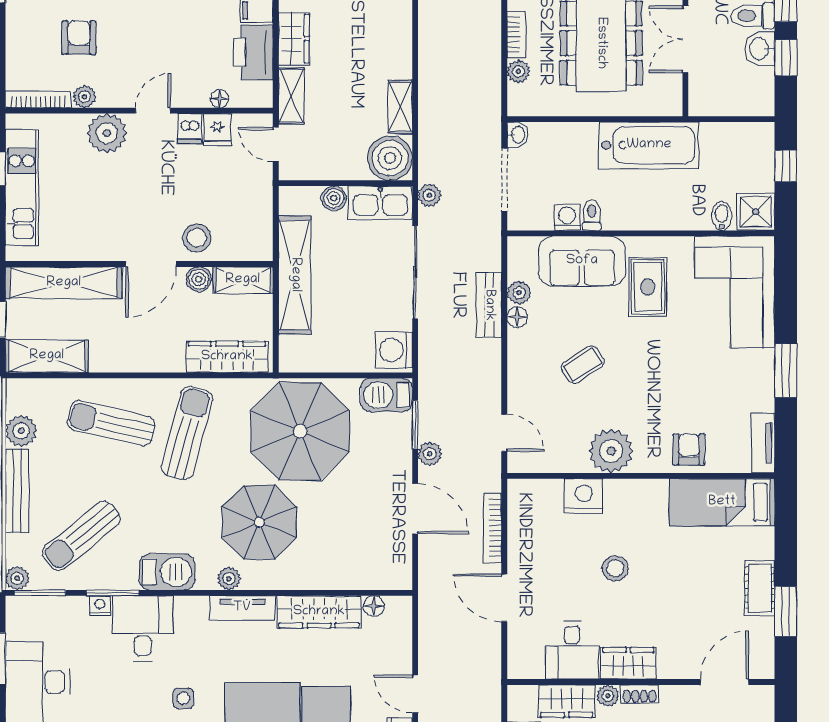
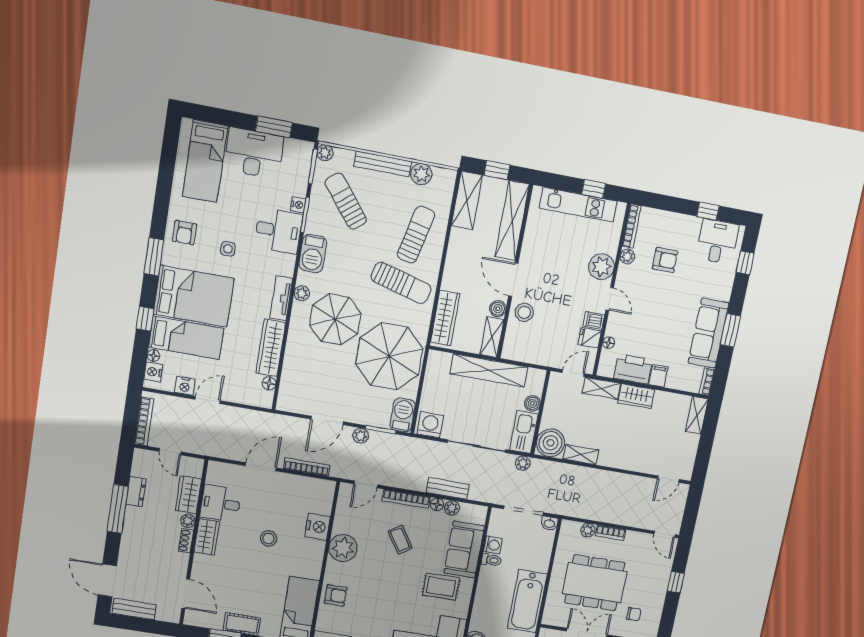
bookcase: (517, 366) -> (406, 499), added

